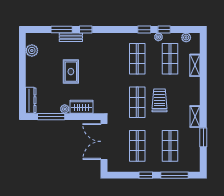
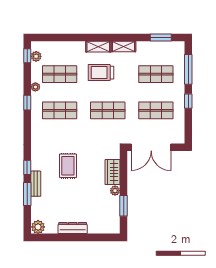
window: (164, 30) -> (27, 56), moved
plant: (32, 50) -> (38, 227), moved
shelving: (195, 65) -> (98, 47), moved
rug: (71, 72) -> (68, 166), moved, turned 90
dresser: (31, 100) -> (73, 228), moved
trolley: (159, 100) -> (101, 73), moved
window: (51, 117) -> (124, 206), width x0.69
window: (203, 137) -> (161, 37), moved

